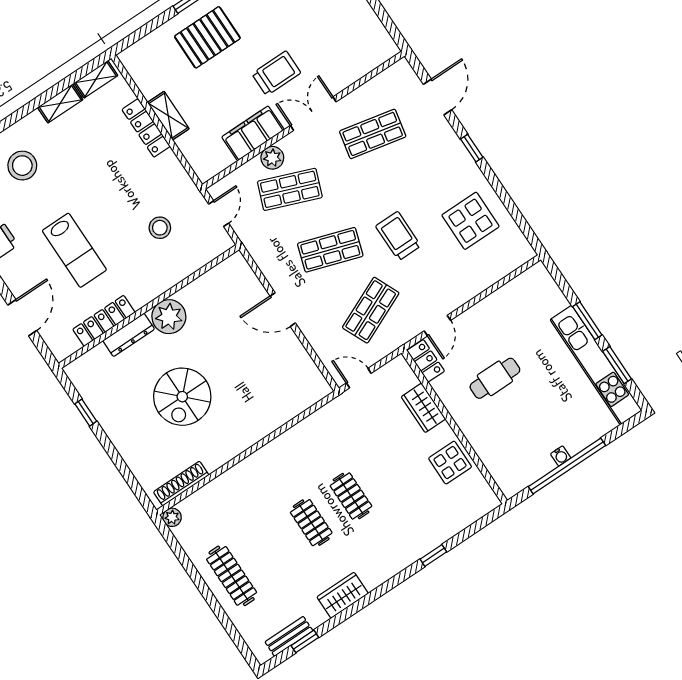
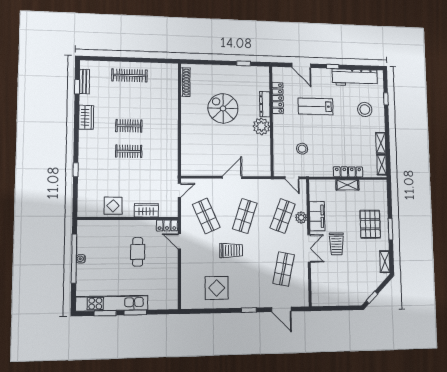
plant: (172, 517) -> (173, 68), removed

